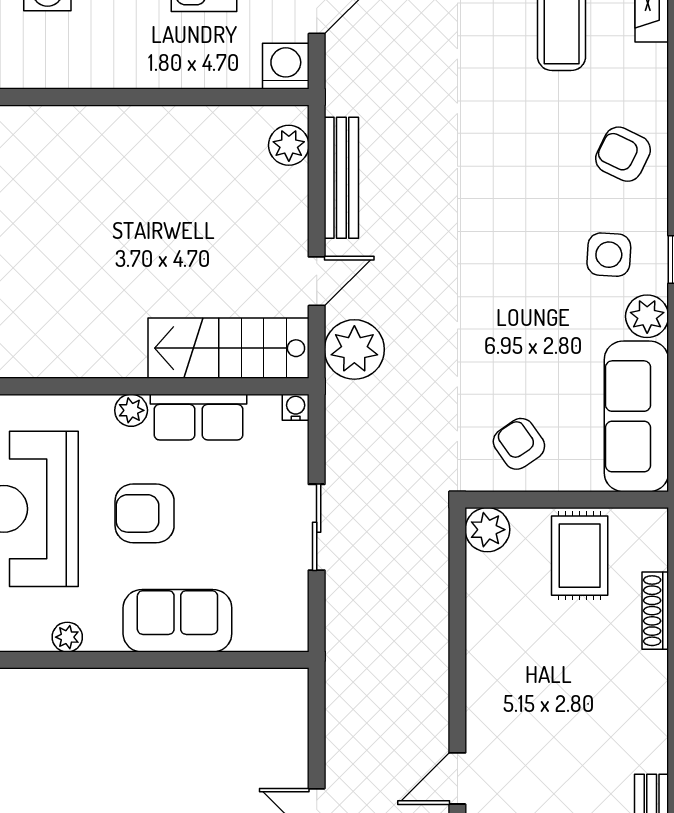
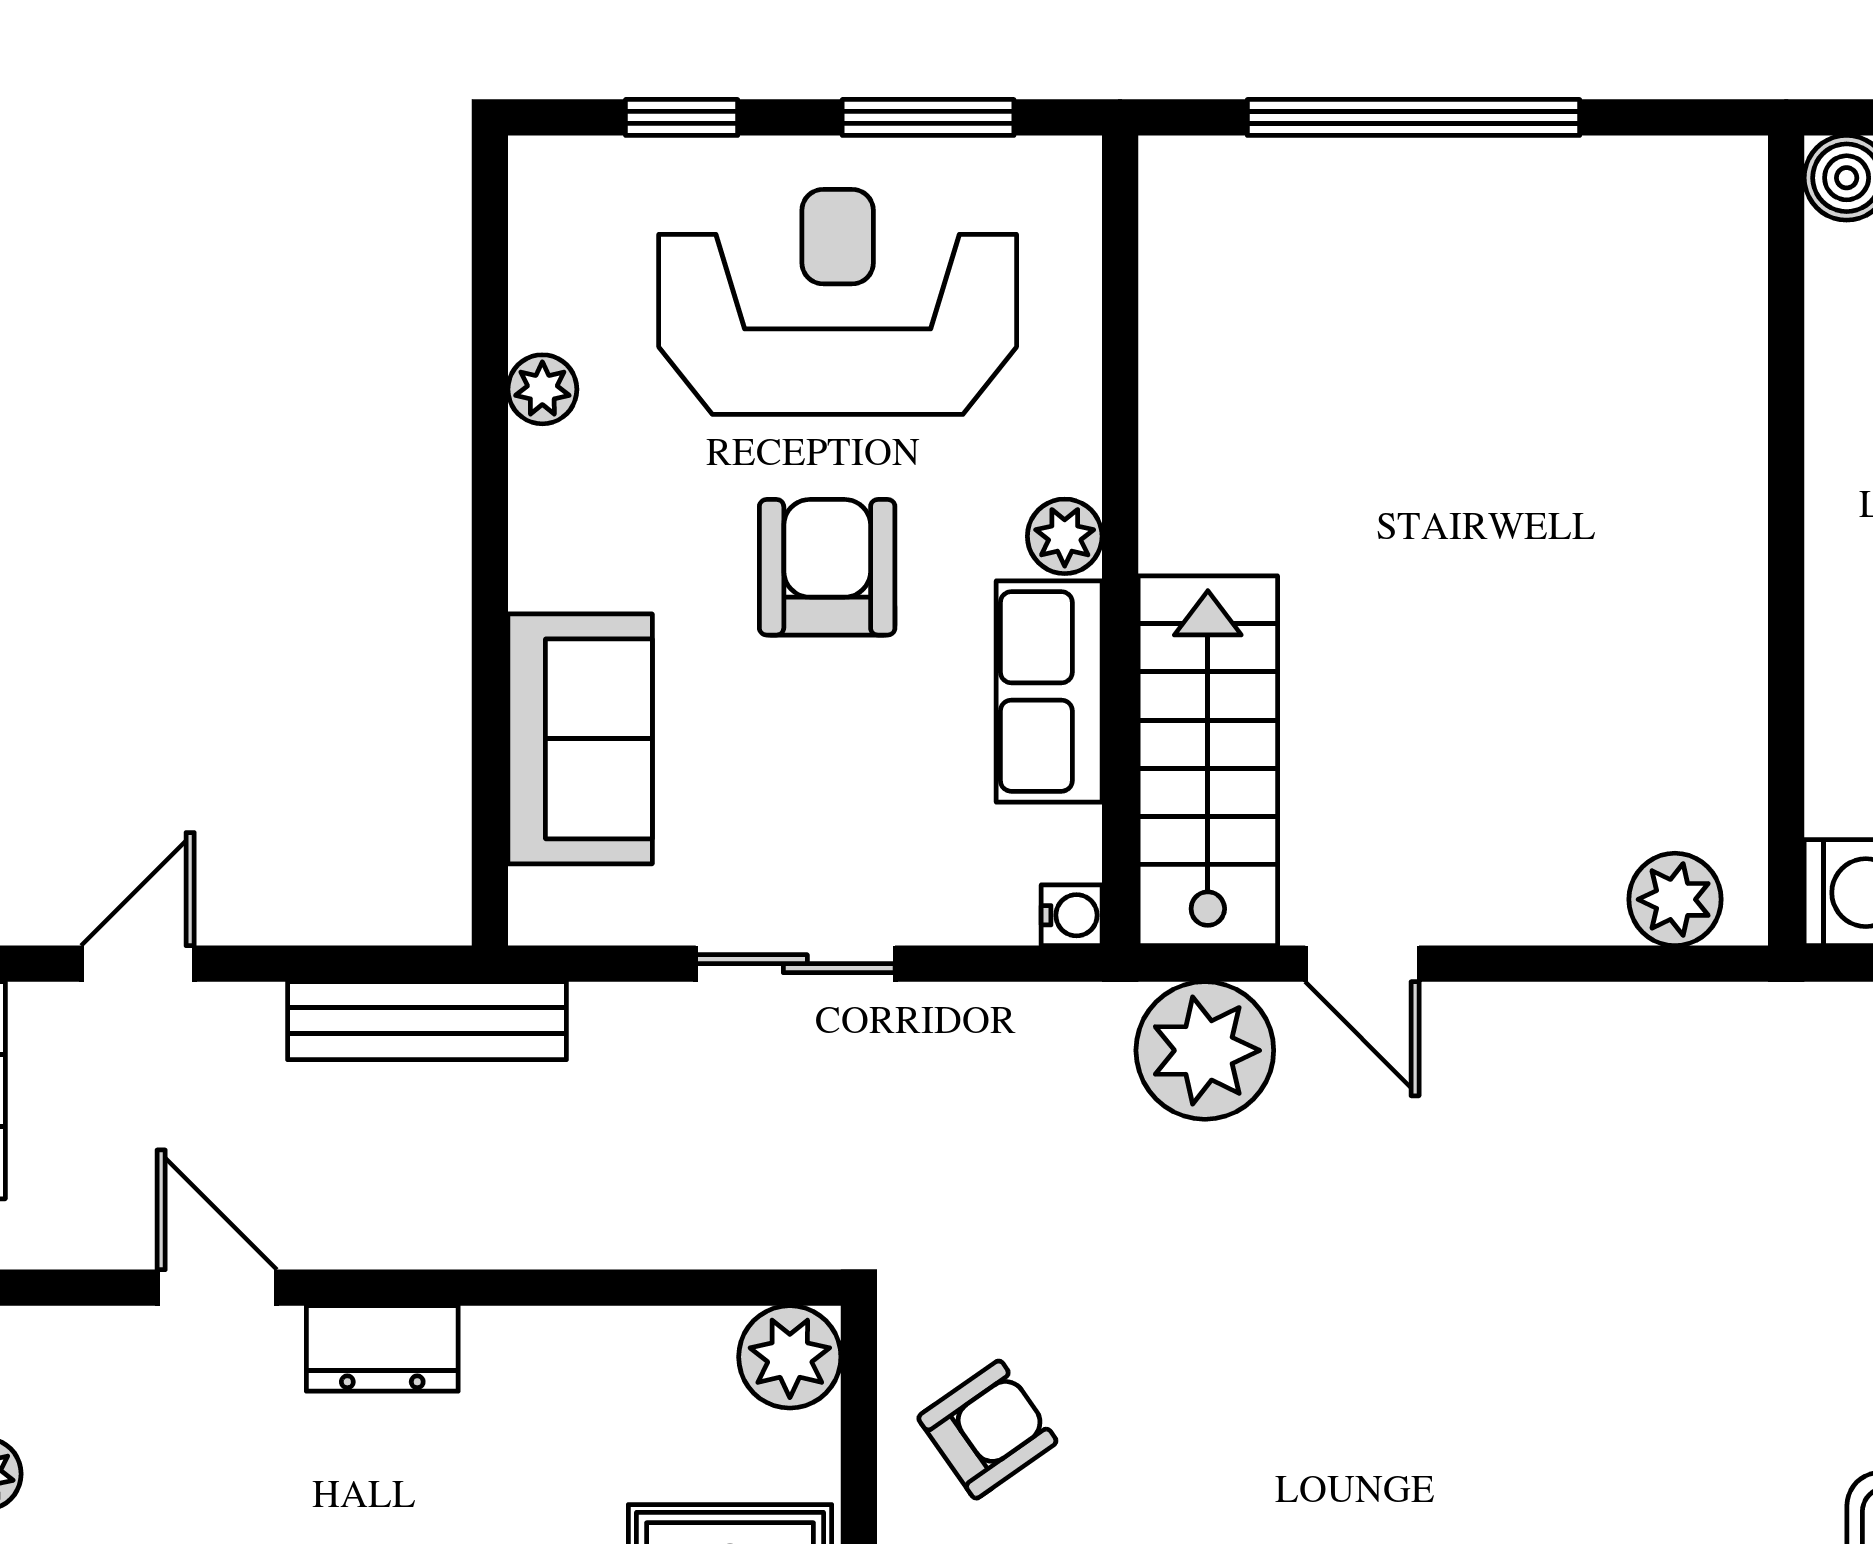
bench: (341, 178) -> (427, 1021), moved
sofa: (177, 621) -> (580, 739), moved
dresser: (484, 707) -> (382, 1348), added

